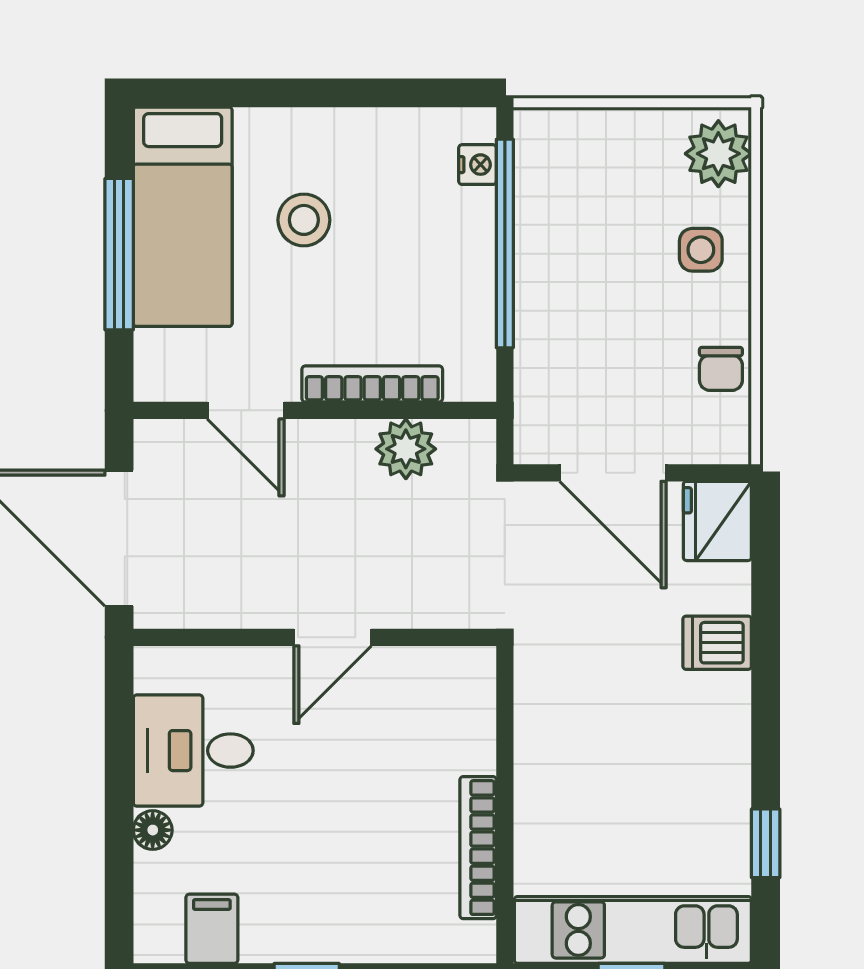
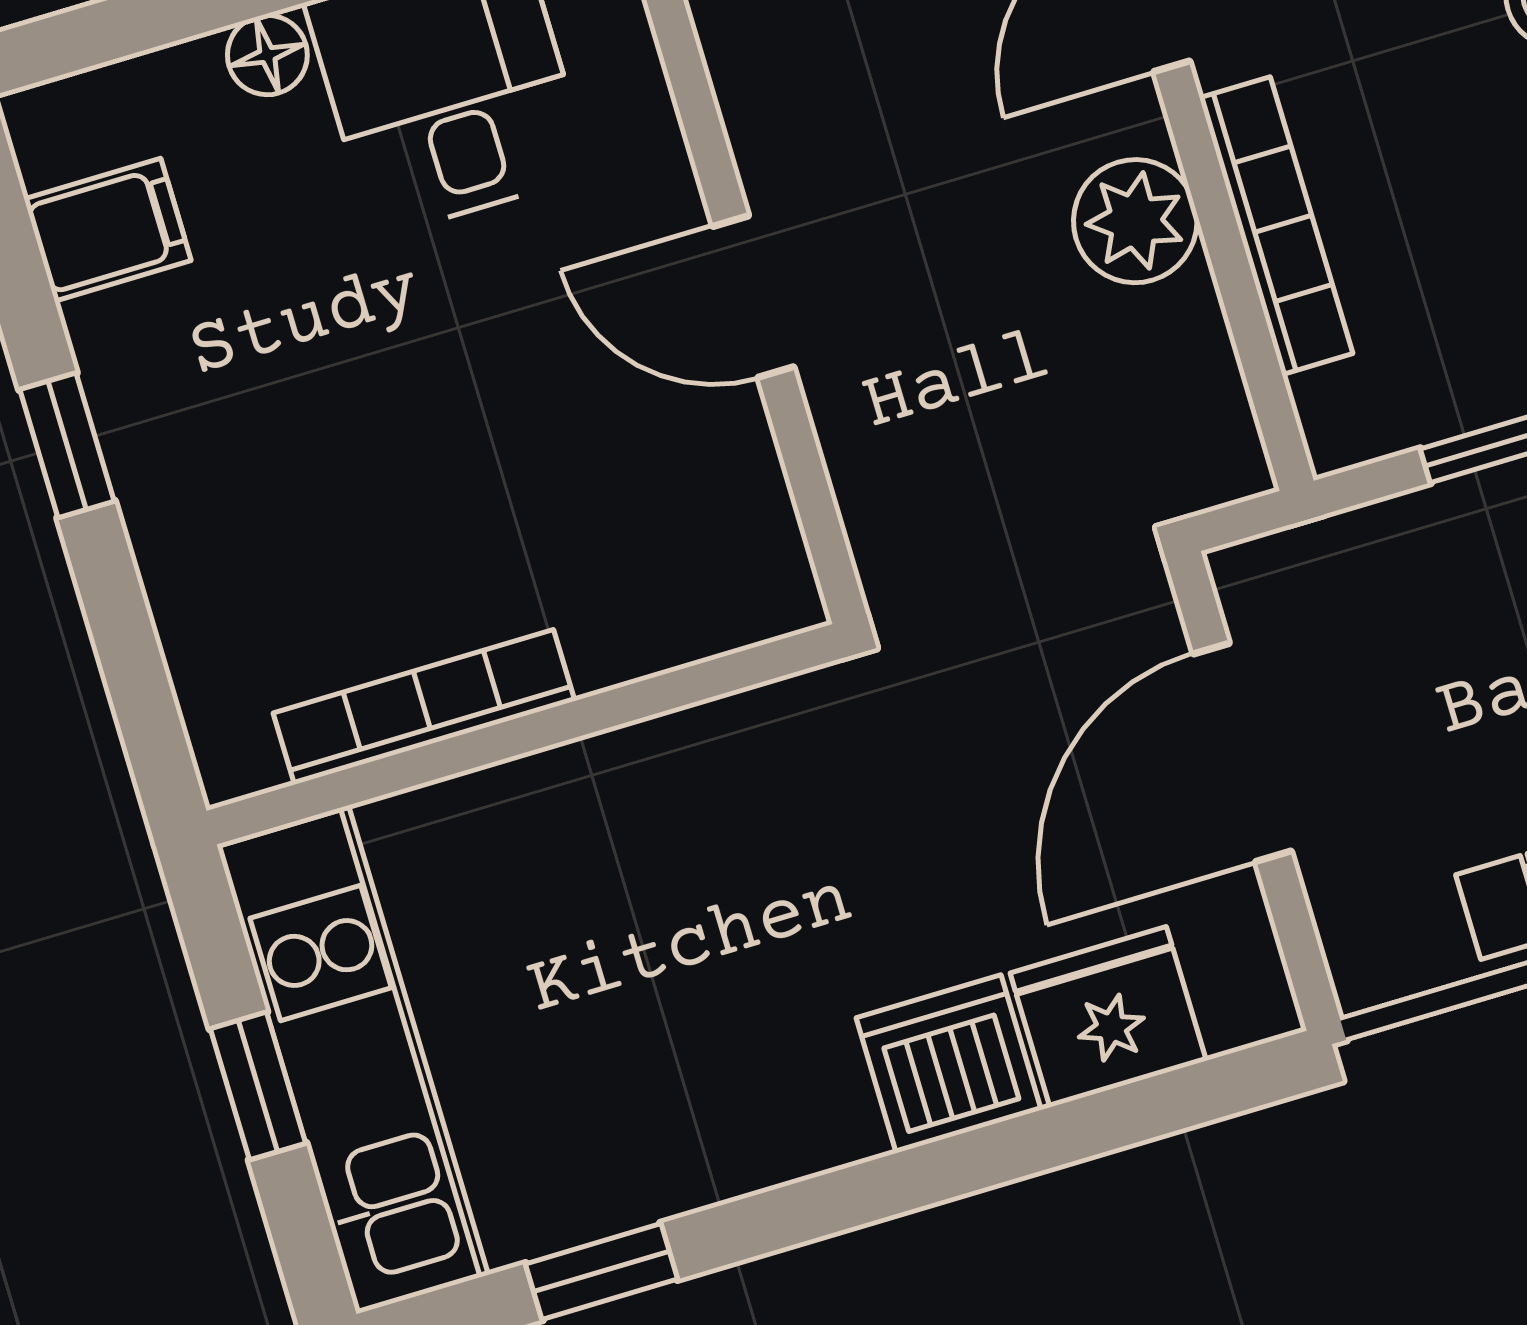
plant: (406, 449) -> (1135, 221), moved
fridge: (717, 521) -> (1108, 1017), moved
dishwasher: (717, 643) -> (949, 1064), width x1.38

